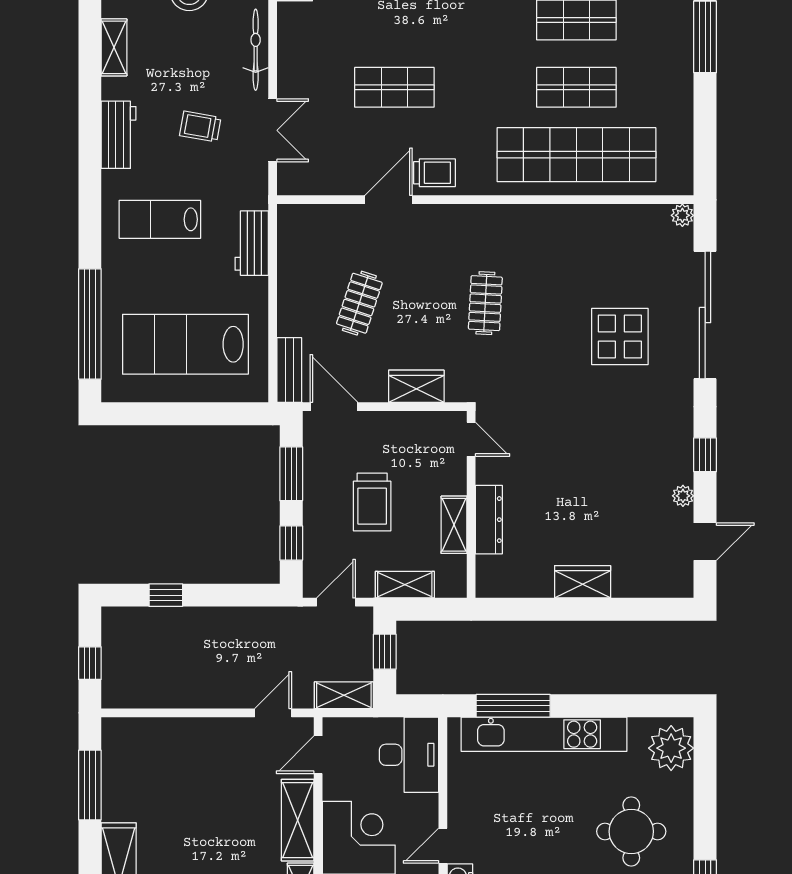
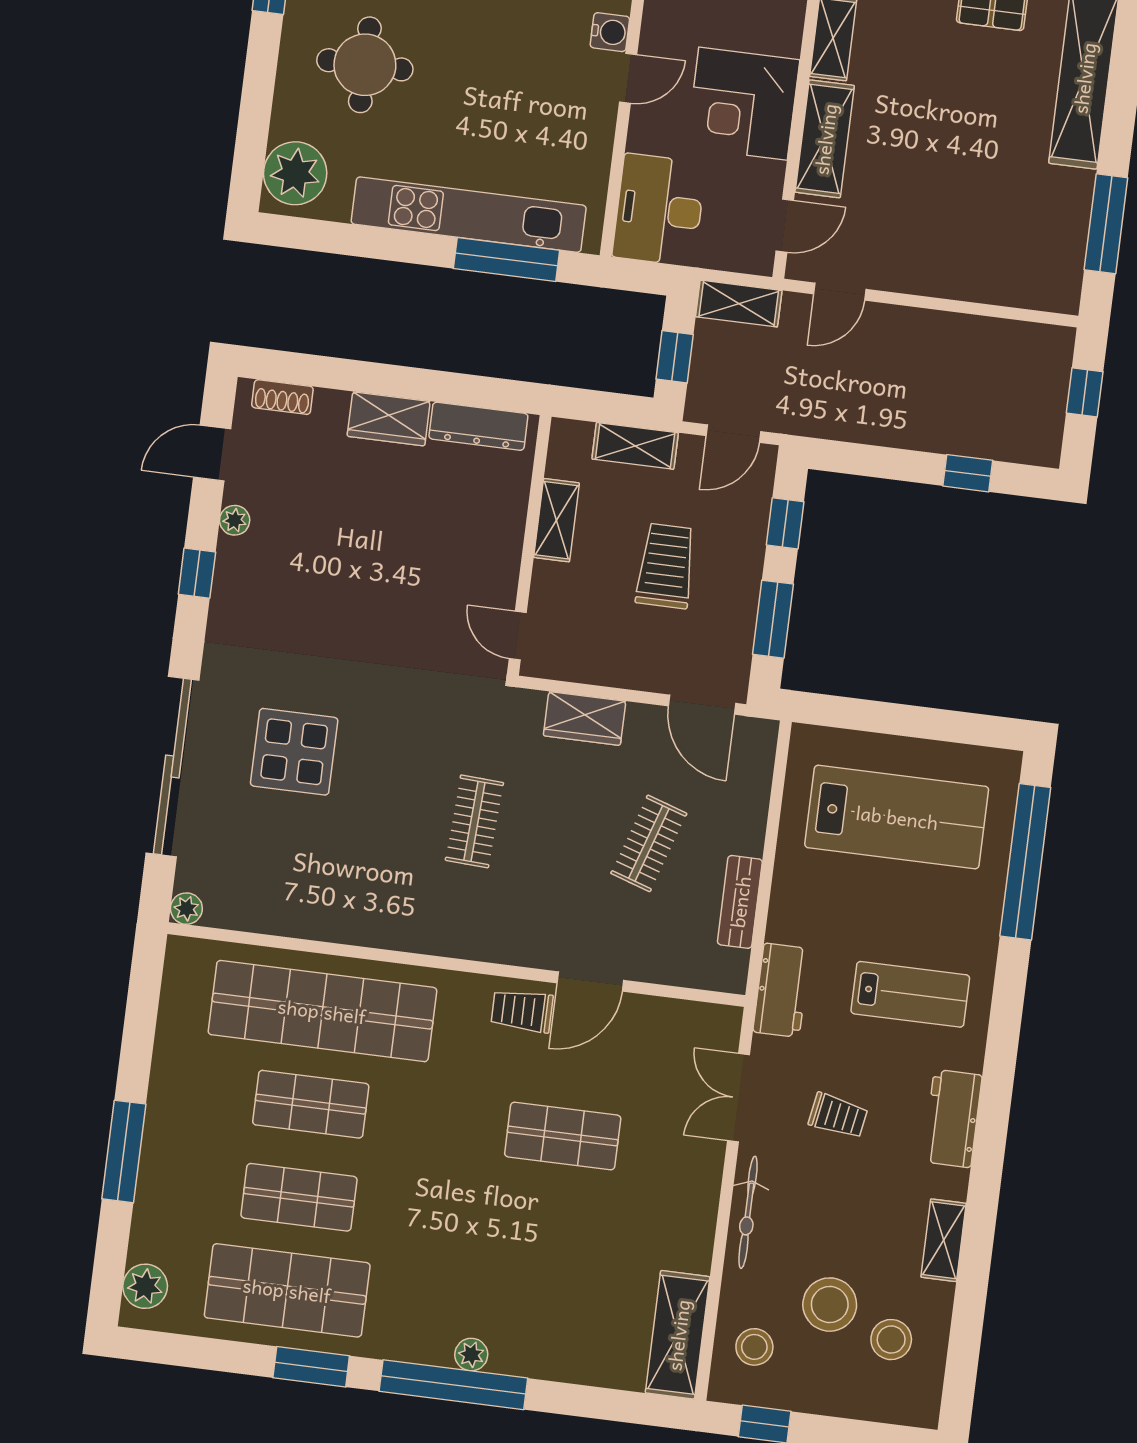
workbench: (252, 243) -> (781, 990), moved
bench: (289, 370) -> (740, 902), moved
dresser: (489, 520) -> (478, 426), moved, turned -90
shoe rack: (660, 588) -> (282, 397), added

